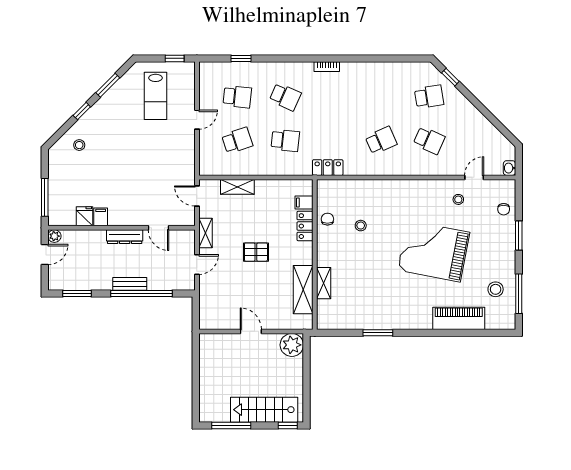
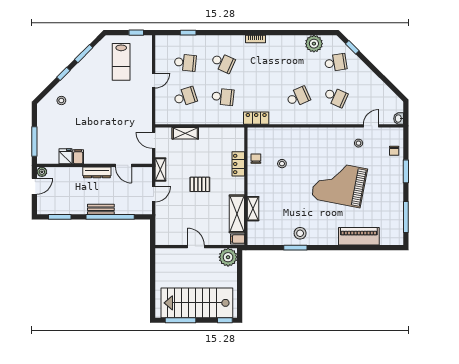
plant: (401, 73) -> (314, 44), added
filing cabinet: (304, 203) -> (238, 239), moved
stool: (496, 289) -> (300, 233), moved
stairs: (264, 410) -> (197, 303), width x1.36, depth x1.51

